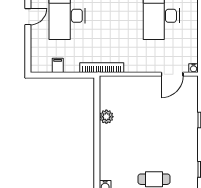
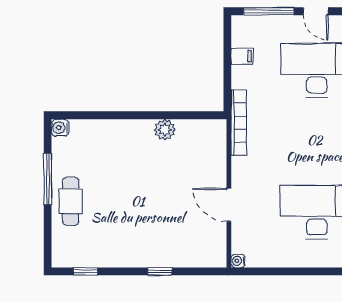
window: (28, 48) -> (269, 11), added
door: (172, 74) -> (229, 205), moved

